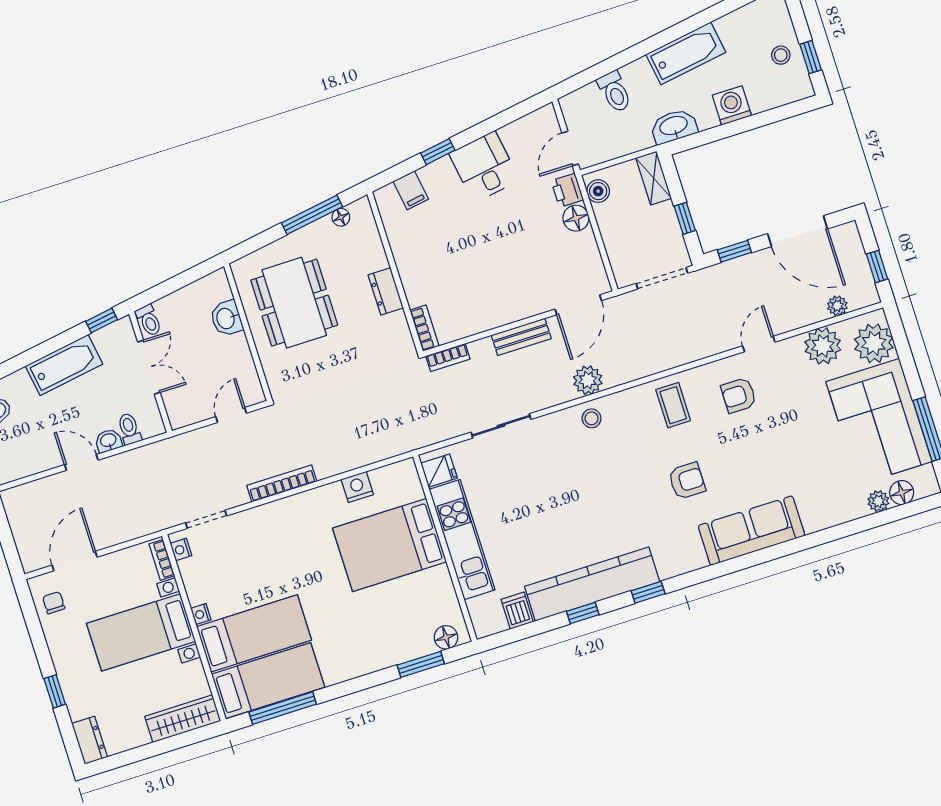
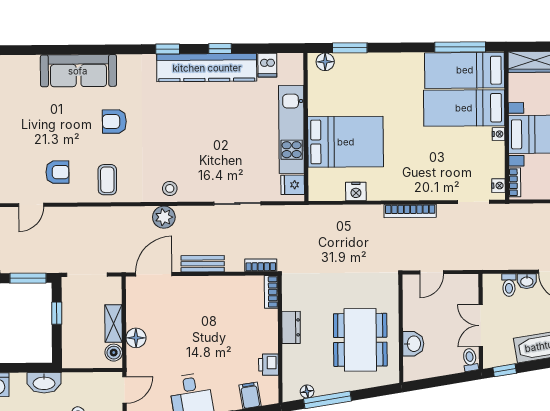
shelving: (654, 178) -> (114, 324), moved
printer: (567, 190) -> (269, 365), moved, turned 180
window: (734, 251) -> (28, 278), width x1.50

